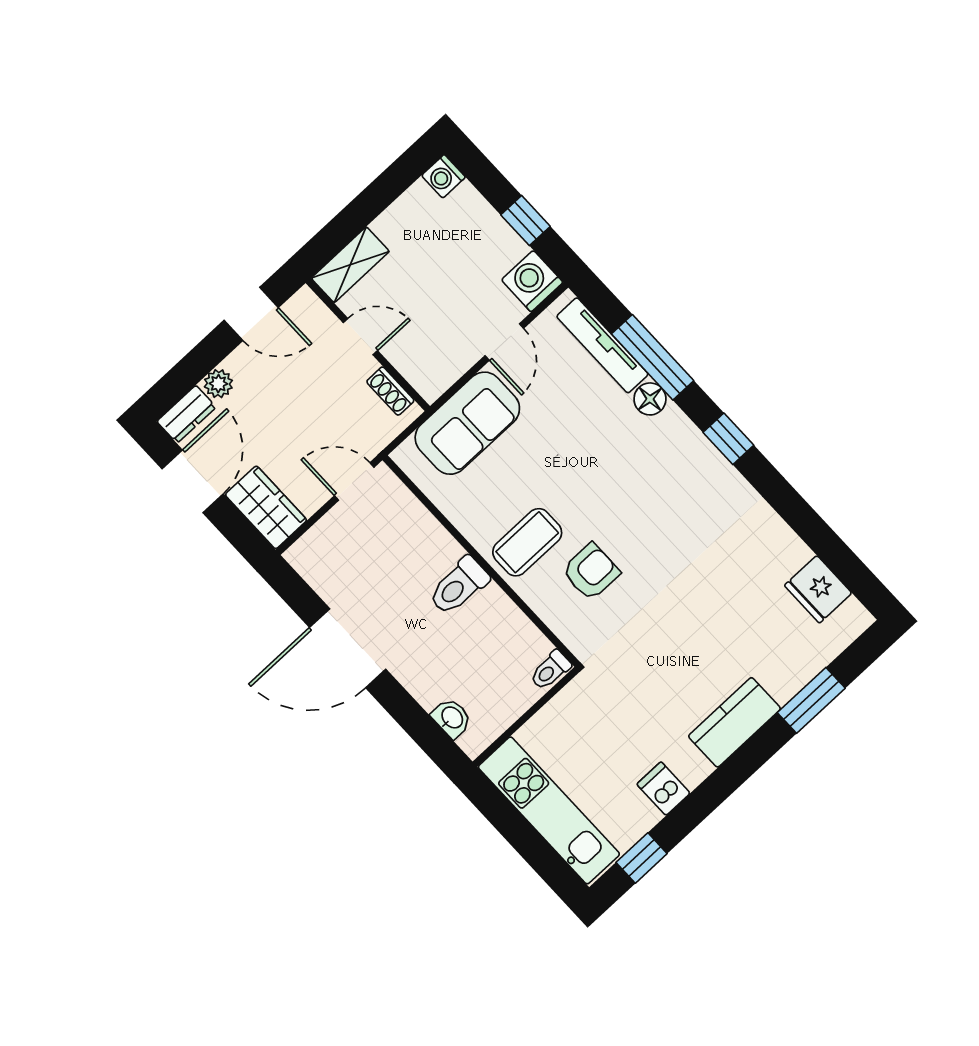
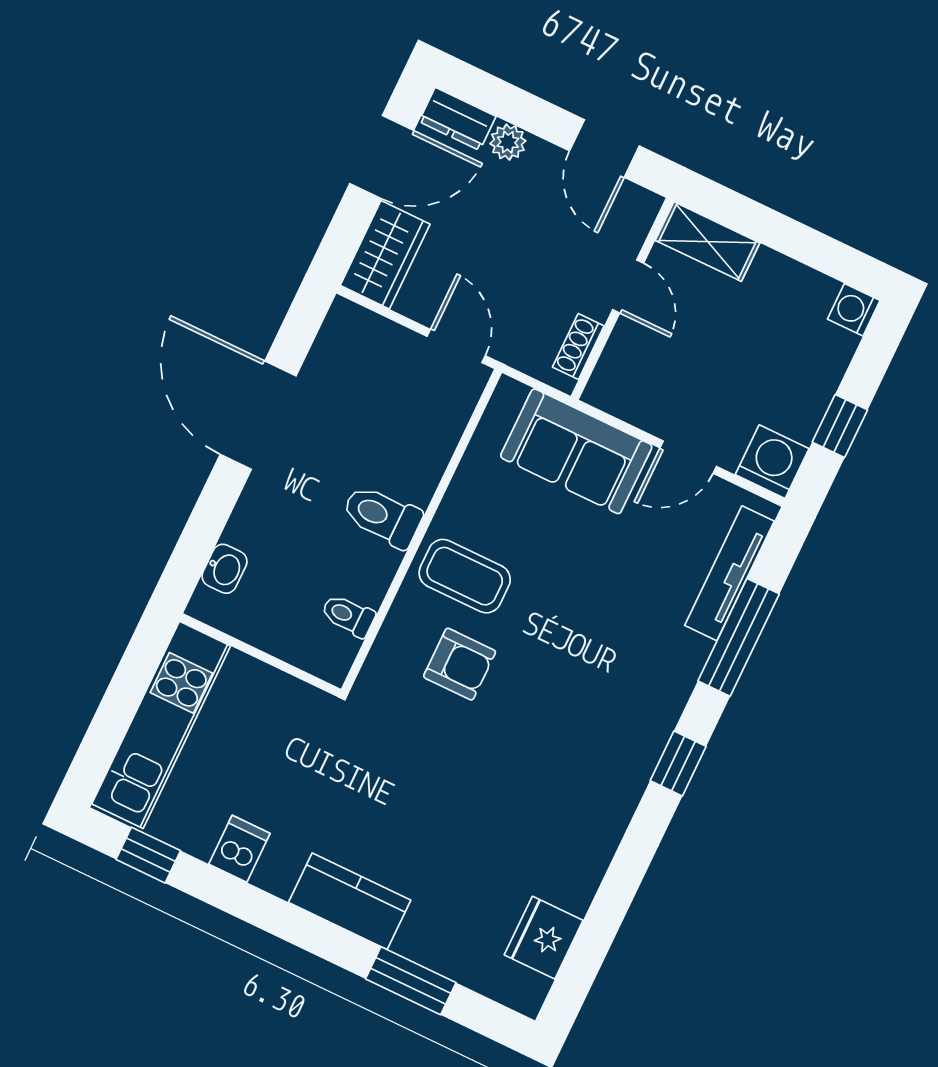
floor lamp: (650, 399) -> (689, 654), removed
toilet: (550, 670) -> (348, 615), moved

